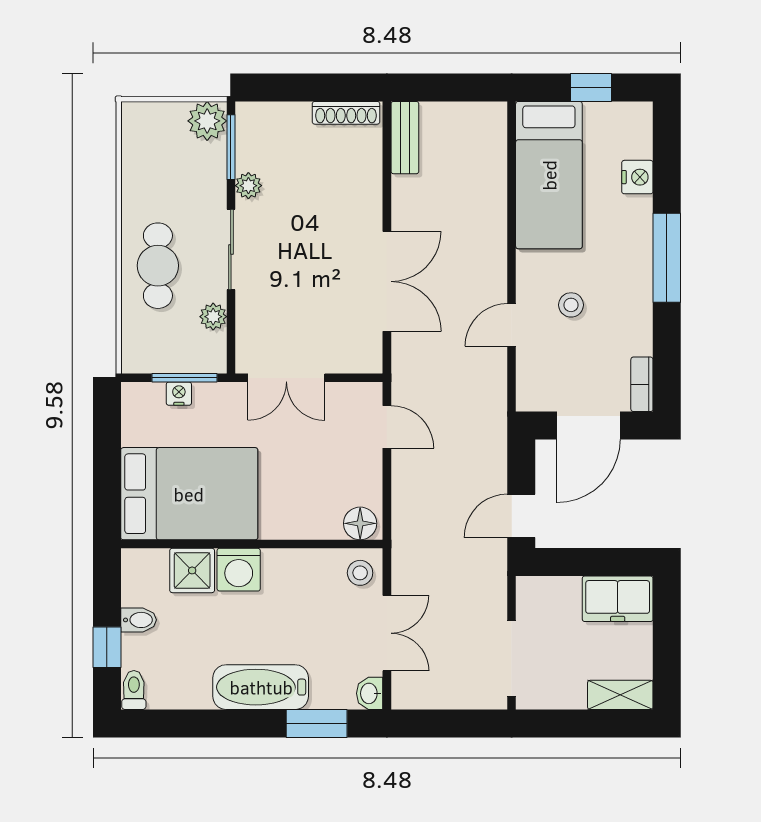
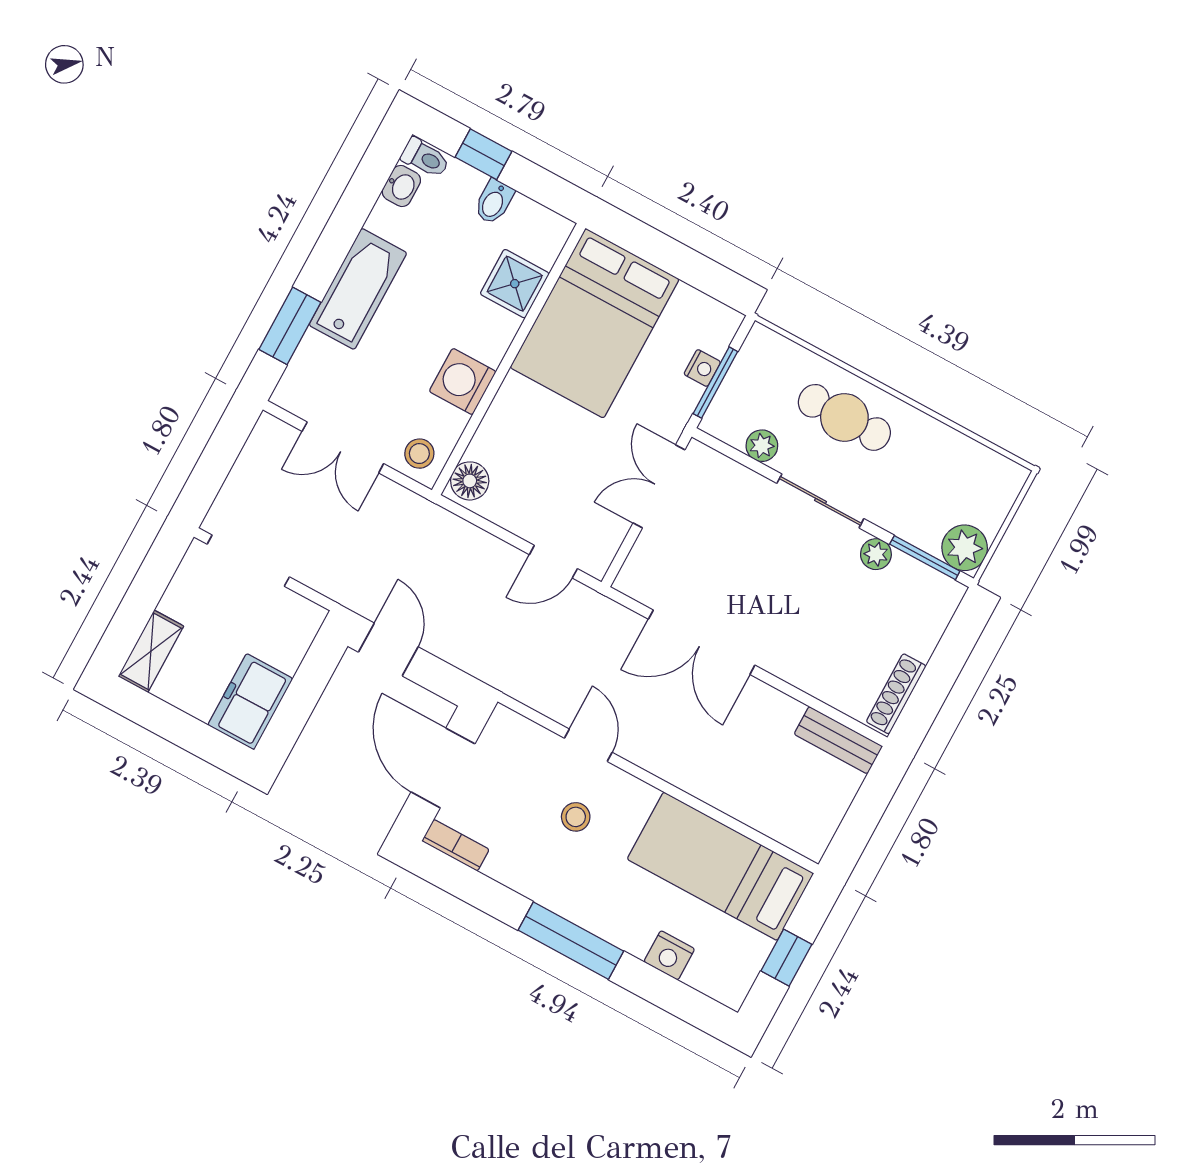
washing machine: (239, 570) -> (463, 381), moved
washbasin: (370, 693) -> (401, 186), moved, turned 90

